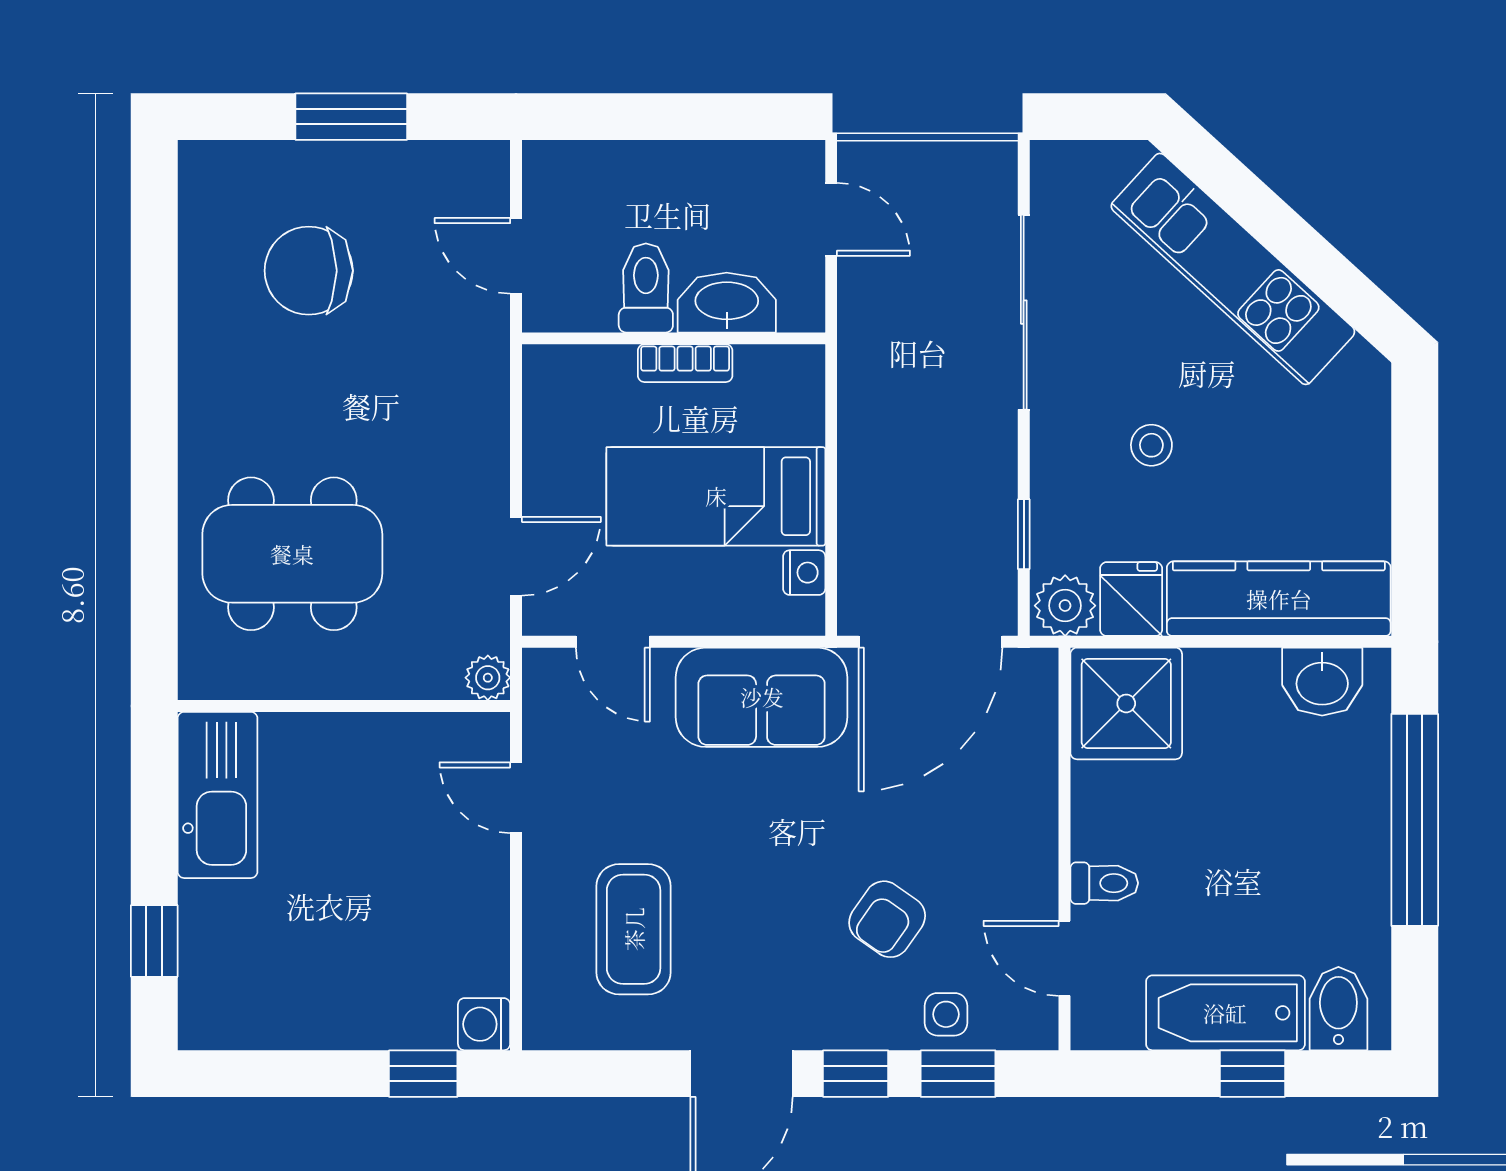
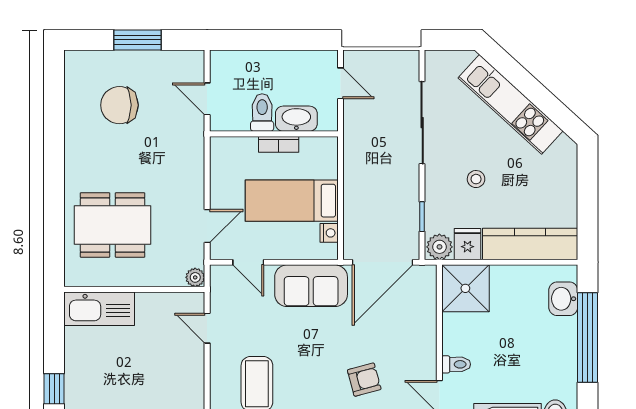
washbasin: (1322, 682) -> (563, 299), moved, turned 90
kitchen sink: (217, 795) -> (99, 309), moved, turned 90
armchair: (887, 919) -> (364, 380), turned -140

